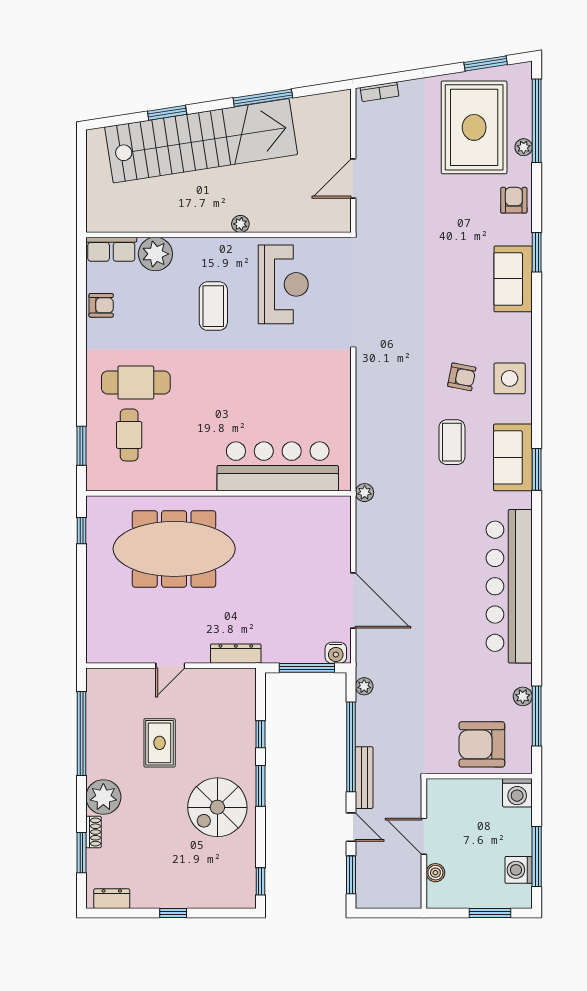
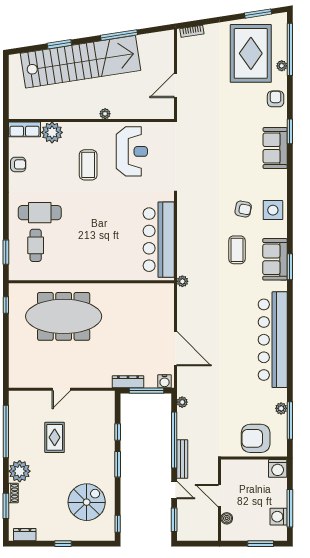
bar counter: (278, 466) -> (159, 240), moved, turned -90
dresser: (236, 654) -> (128, 382), moved
spiral stairs: (217, 807) -> (87, 502), moved, turned 180

